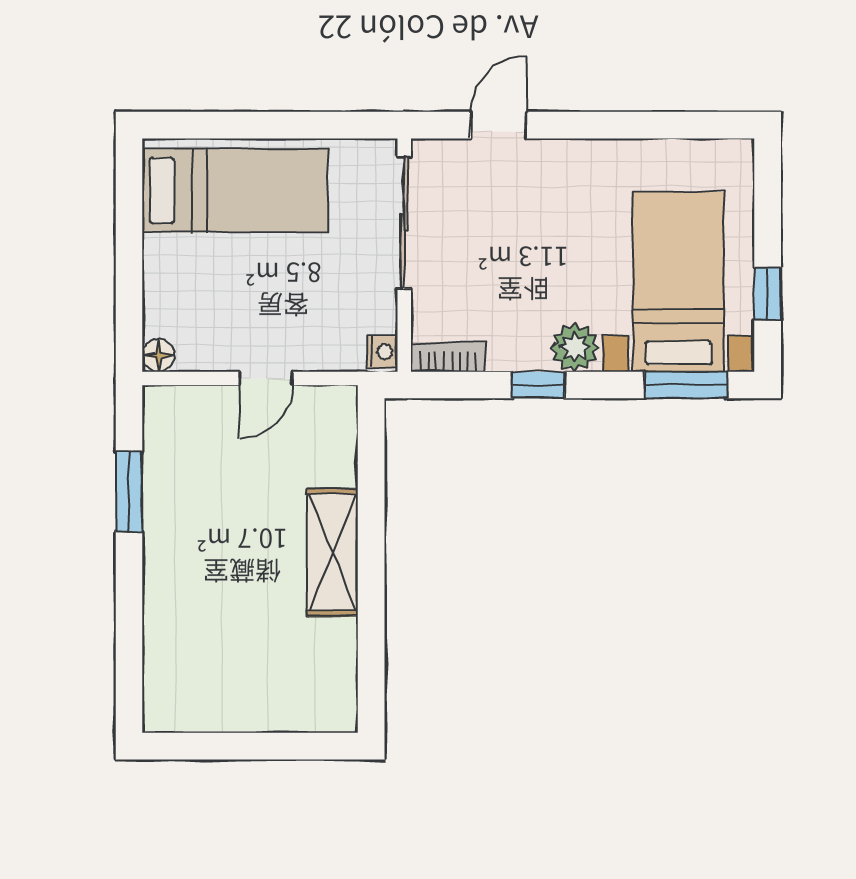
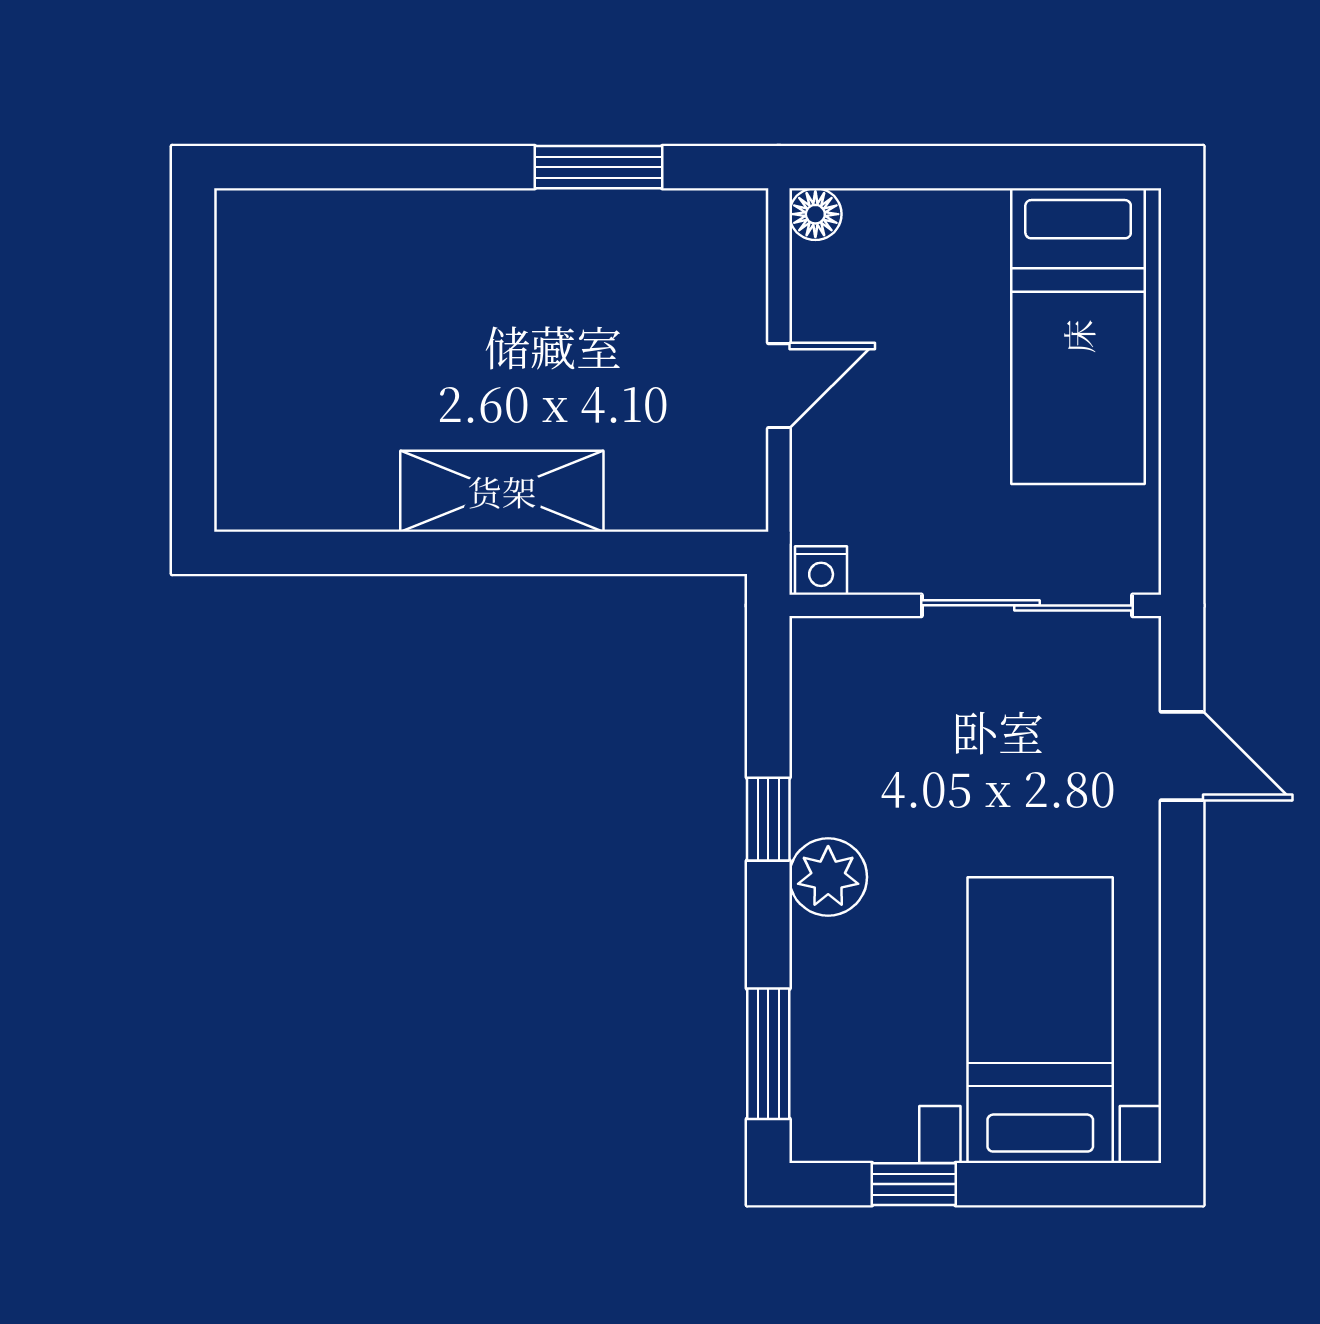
bed with nightstands: (678, 282) -> (1040, 1020), moved, turned -90
bookcase: (448, 357) -> (813, 675), removed
door: (266, 378) -> (779, 386), swing flipped

